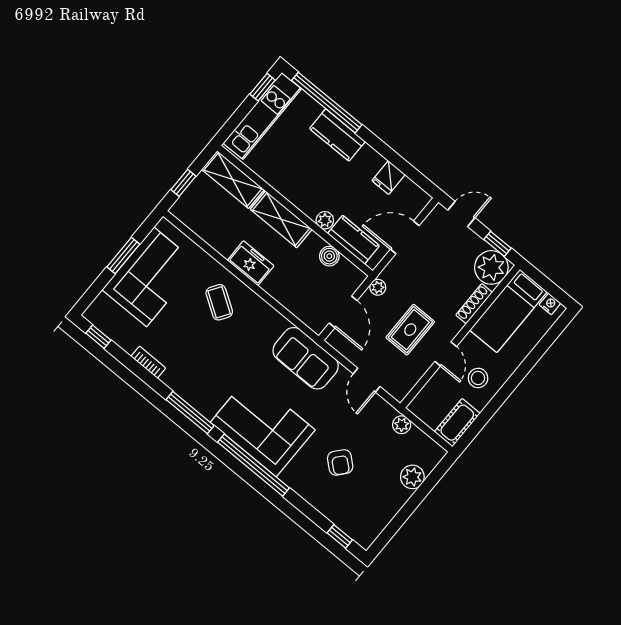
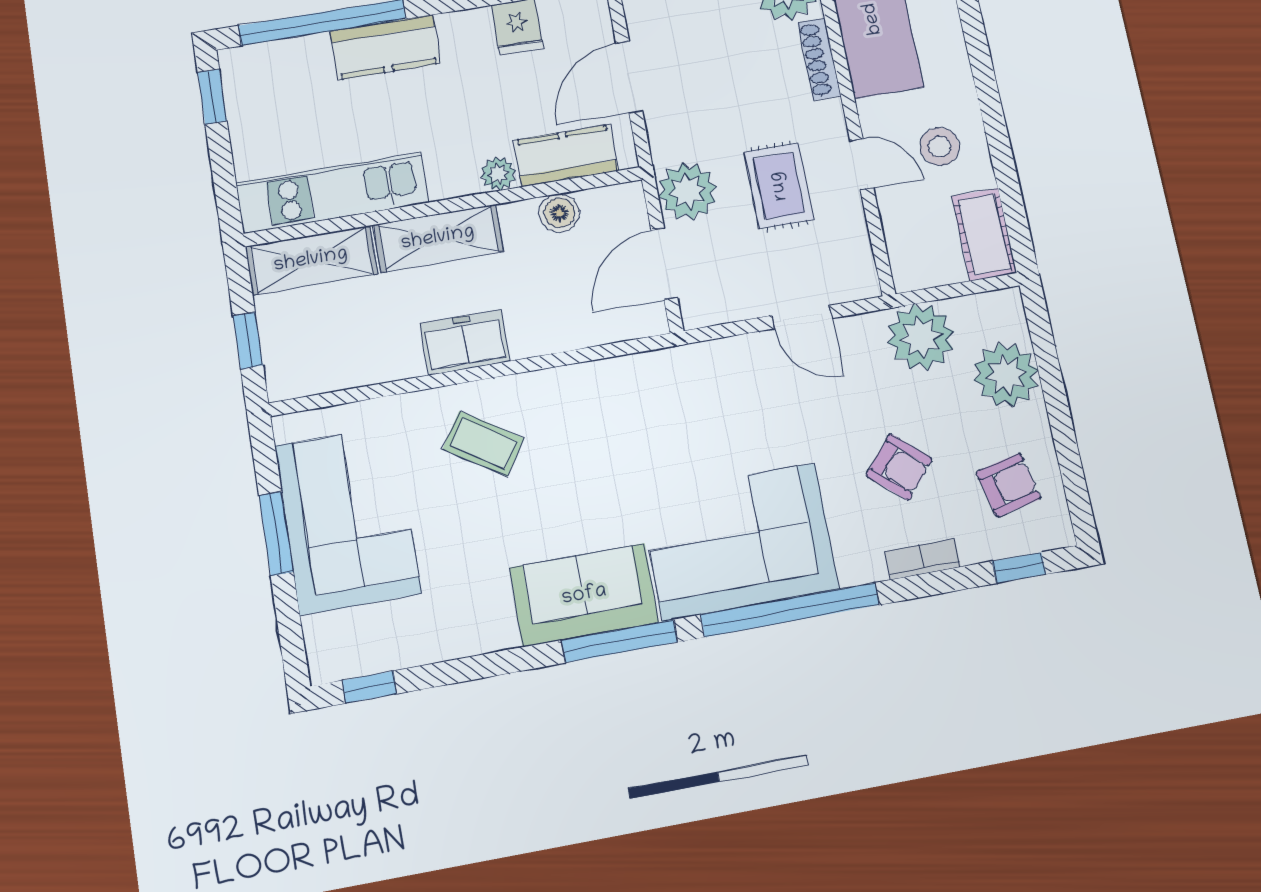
kitchen unit: (262, 116) -> (333, 193), moved, turned -90
plant: (378, 287) -> (687, 191), width x1.87, depth x1.87
door: (343, 312) -> (664, 264), swing flipped
sofa: (306, 358) -> (584, 595), moved, turned 180
bookcase: (148, 362) -> (922, 559), moved
plant: (402, 425) -> (921, 337), width x1.88, depth x1.88
plant: (412, 477) -> (1006, 375), width x1.36, depth x1.36
armchair: (368, 508) -> (1008, 485), added

